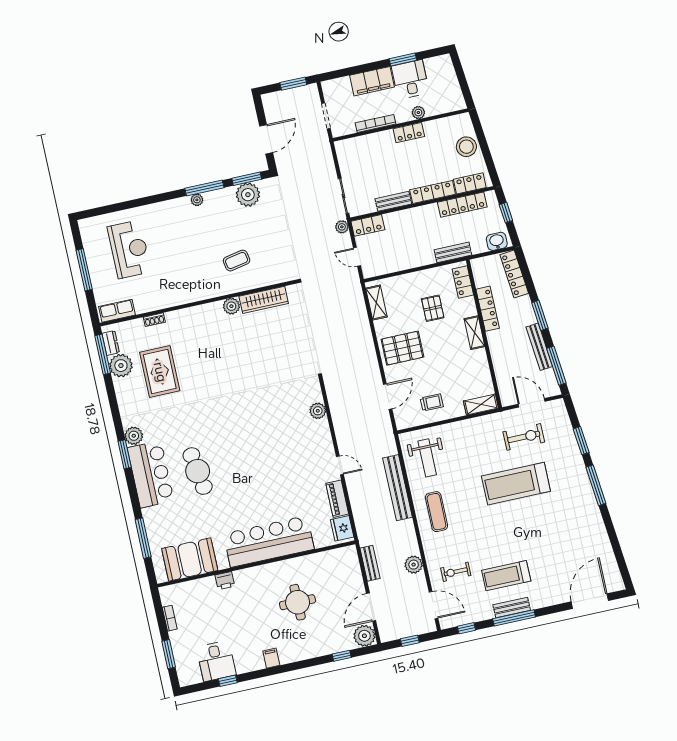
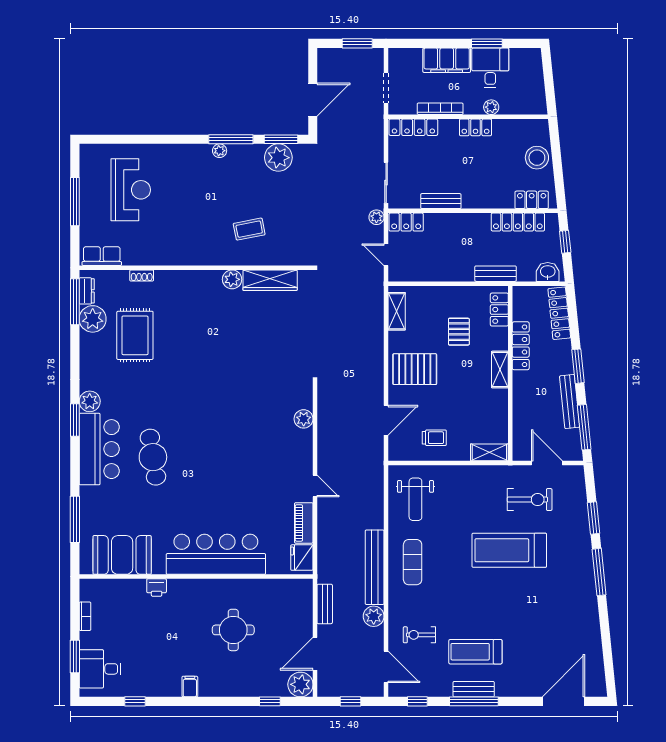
locker: (433, 192) -> (413, 127), moved, turned 180
bench: (398, 488) -> (375, 567), moved
desk: (216, 661) -> (100, 669), moved, turned 90

